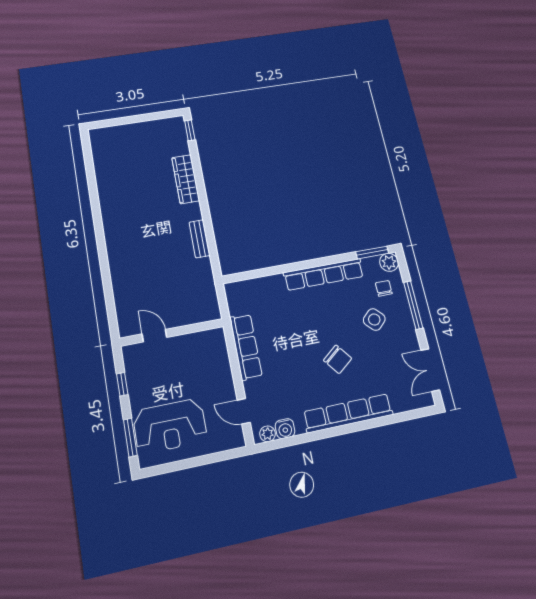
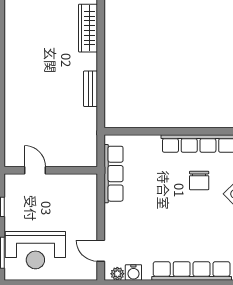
row of seats: (246, 347) -> (114, 174), moved
chair: (338, 359) -> (199, 180), moved, turned 38

